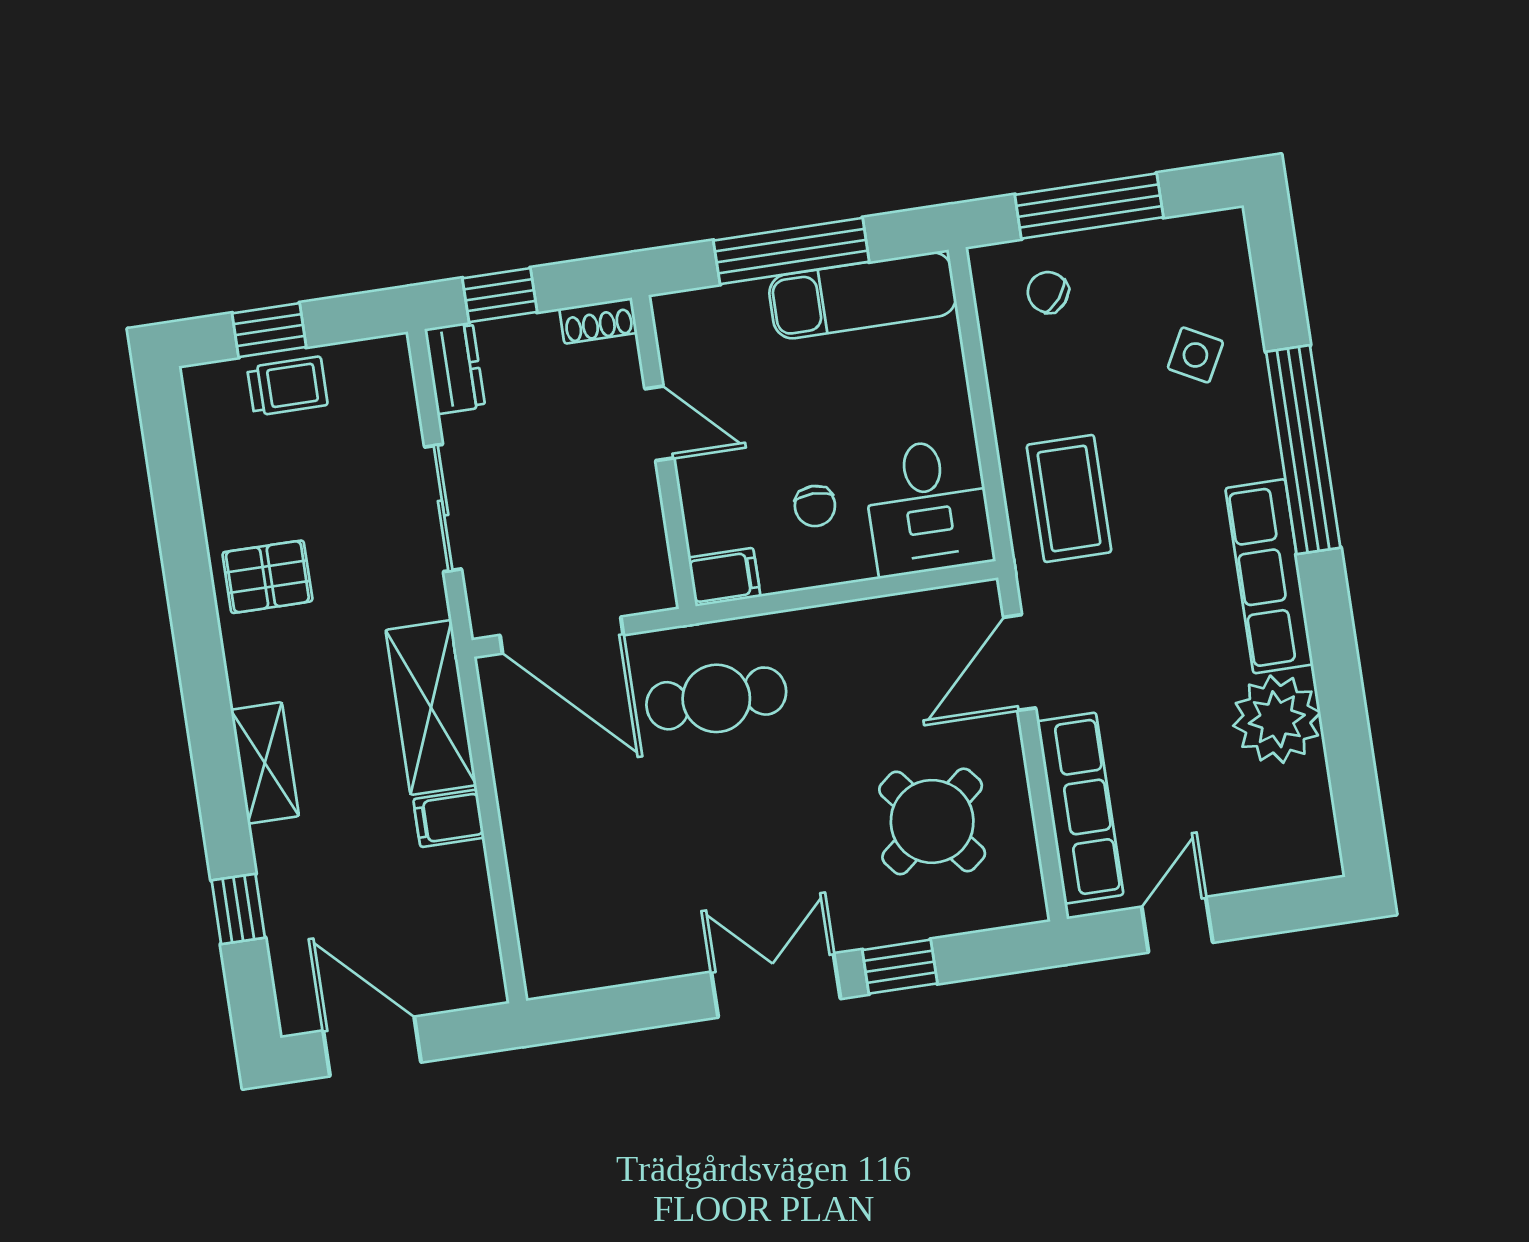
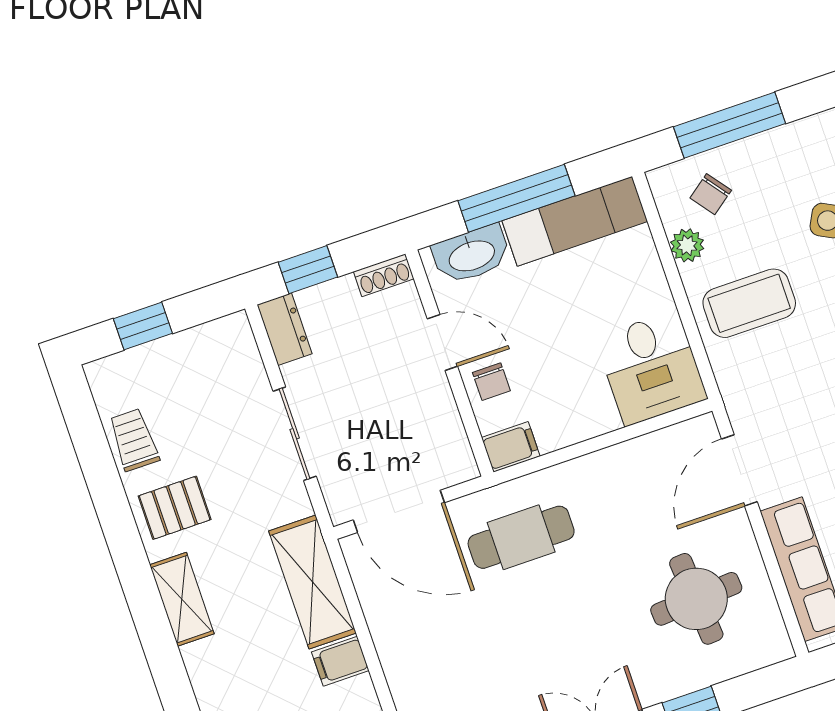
chair: (1048, 292) -> (711, 194), turned -76
washbasin: (719, 315) -> (471, 255), added
plant: (1005, 354) -> (687, 245), added
trolley: (287, 386) -> (134, 440), moved, turned -90
coffee table: (1069, 498) -> (749, 303), moved, turned 90
chair: (815, 506) -> (491, 382), moved
shelving: (265, 763) -> (182, 599), moved
round table: (932, 821) -> (696, 599), turned 35

